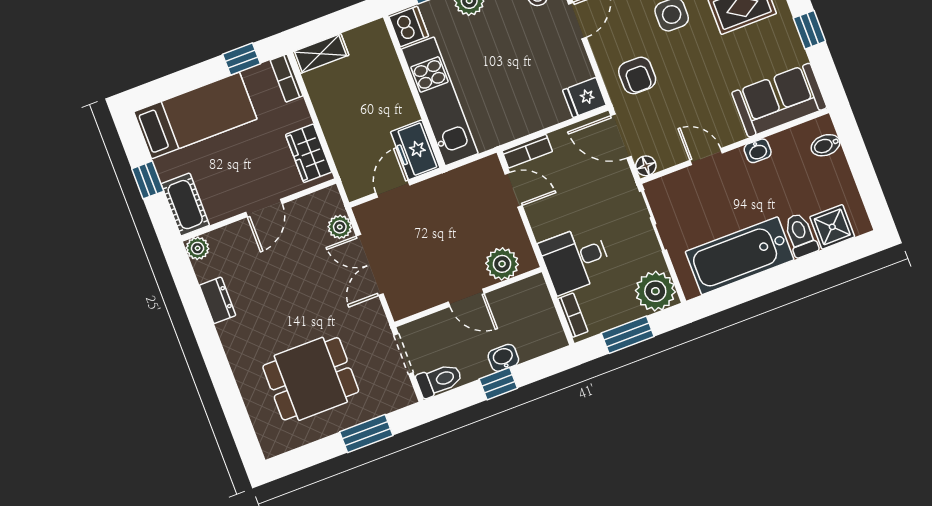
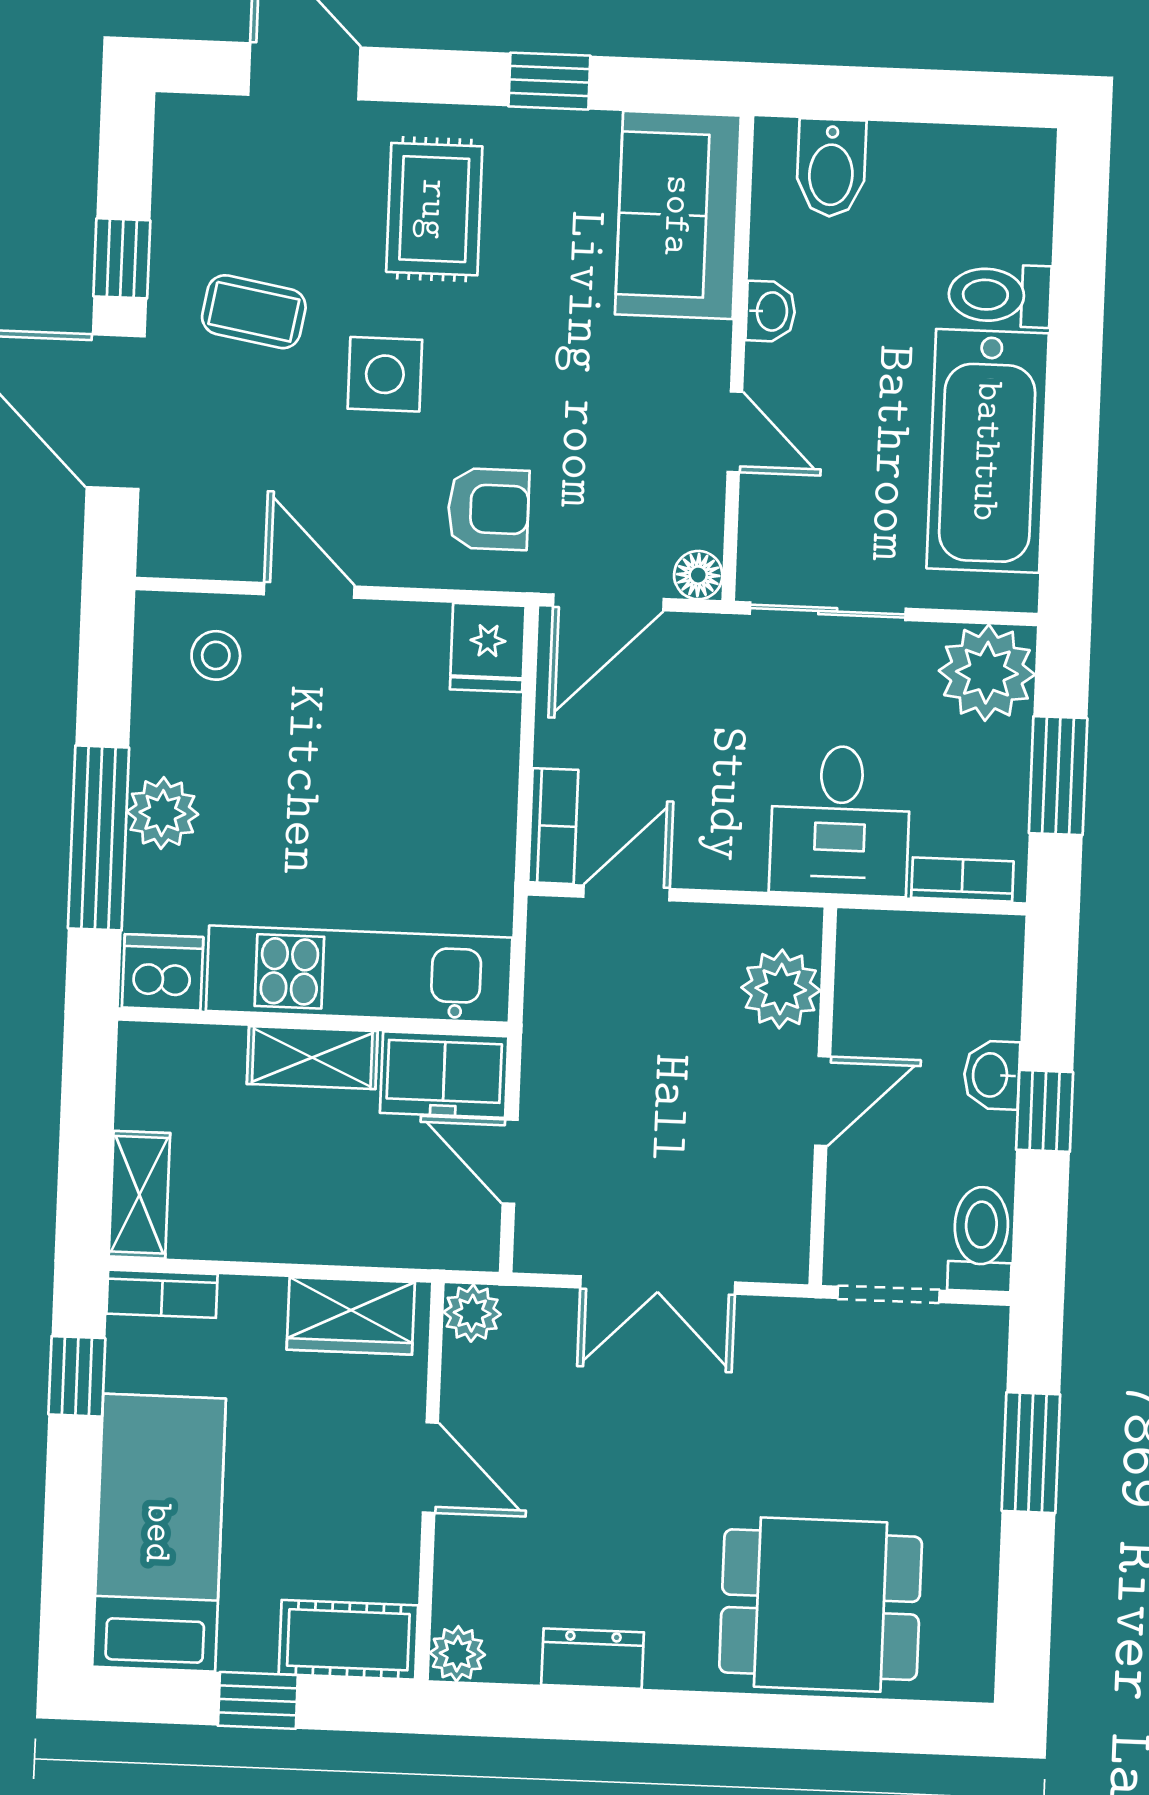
shelving: (400, 97) -> (312, 1058), added
bidet: (825, 145) -> (831, 168), width x1.38, depth x1.36
door: (706, 157) -> (735, 432), swing flipped
plant: (340, 227) -> (472, 1313), moved
shower: (832, 227) -> (1011, 217), removed
dining table: (311, 379) -> (821, 1605), moved, turned 90

